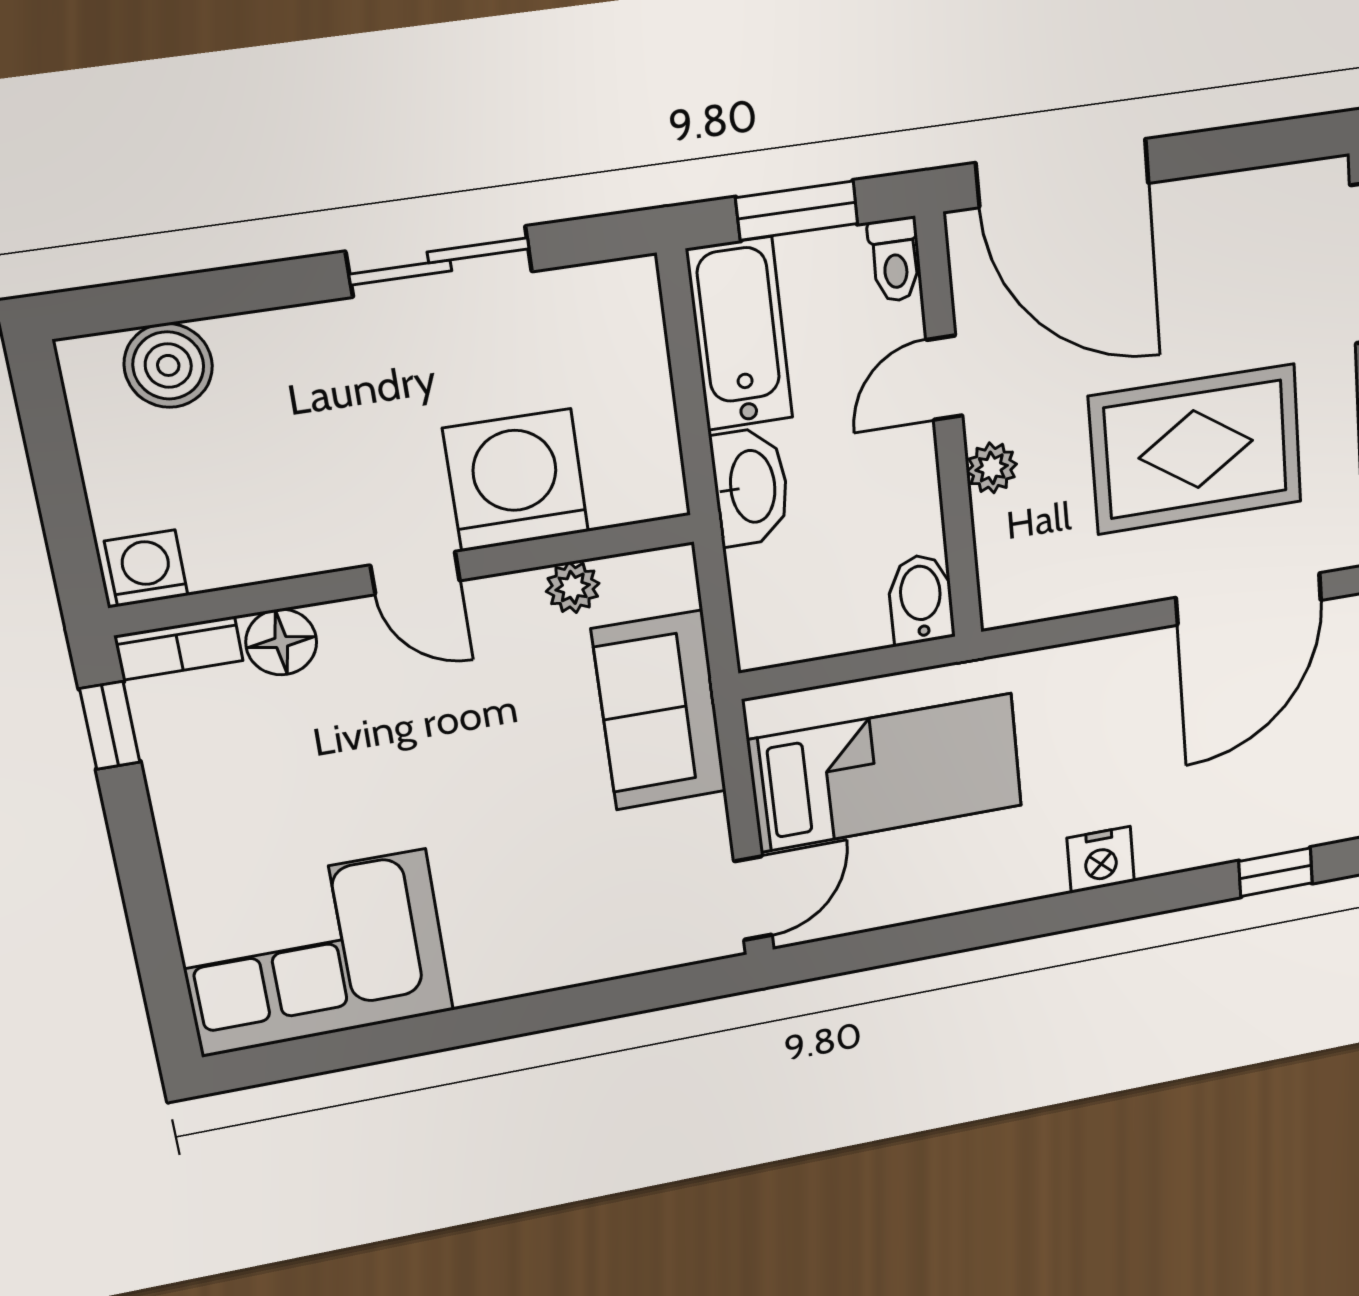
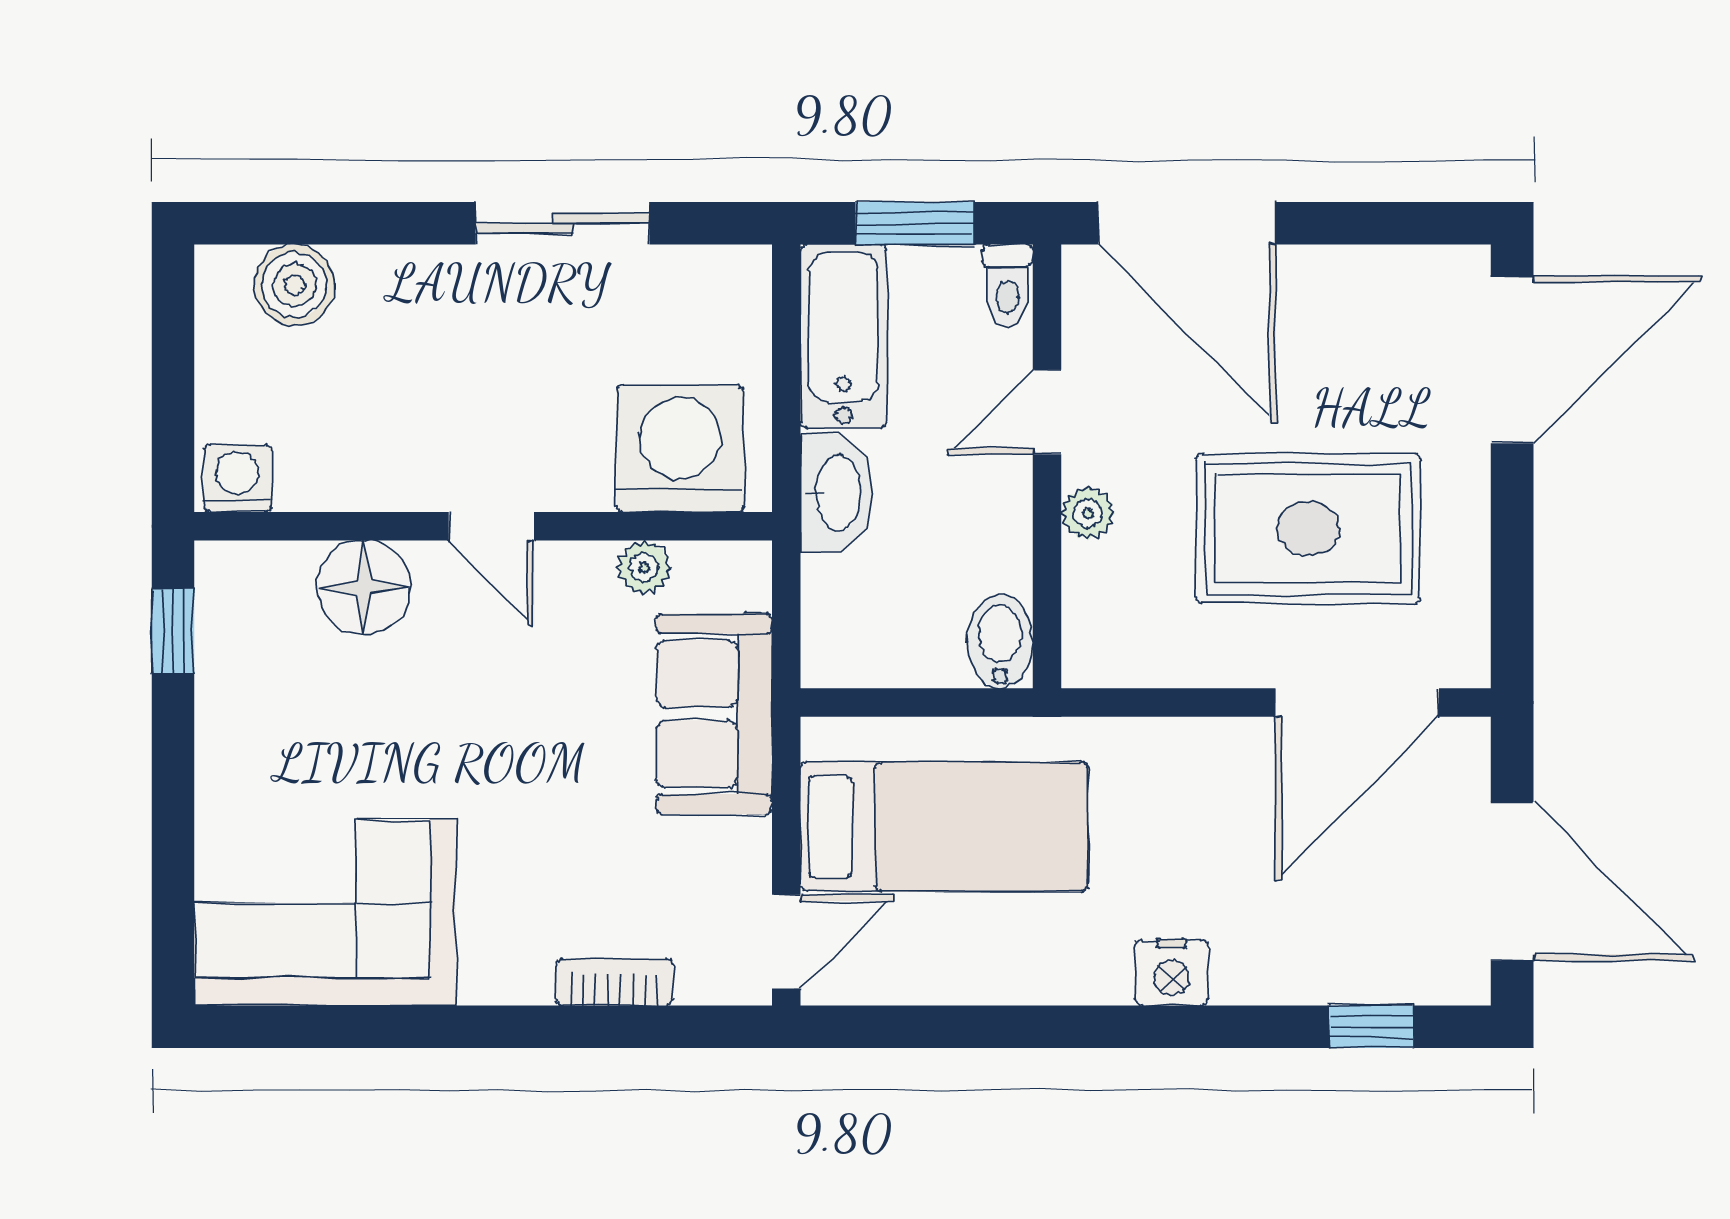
washing machine: (516, 480) -> (680, 449), moved
floor lamp: (281, 642) -> (364, 587), width x1.38, depth x1.38
bookcase: (179, 648) -> (614, 982), moved, turned 180

